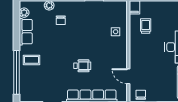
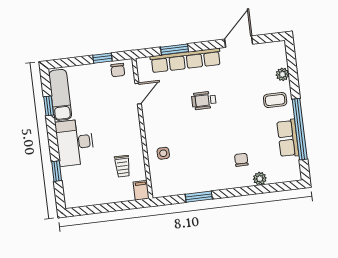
plant: (24, 13) -> (282, 74), moved
window: (17, 72) -> (300, 129), moved
door: (128, 76) -> (138, 94), hinge flipped

